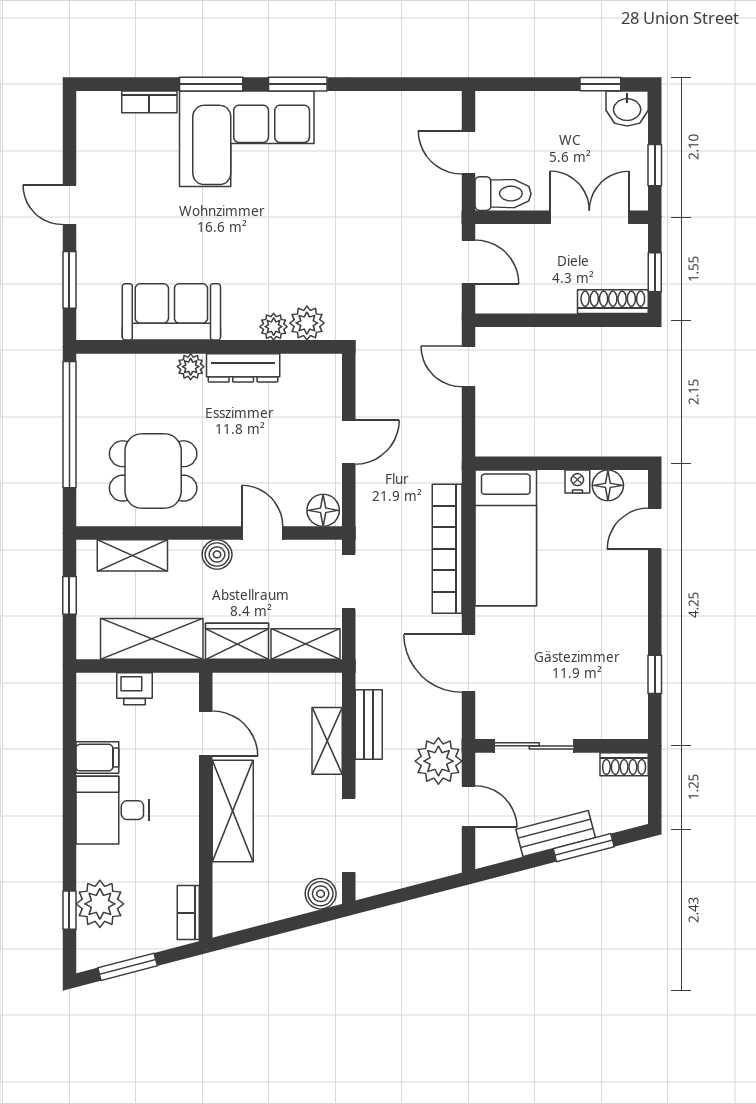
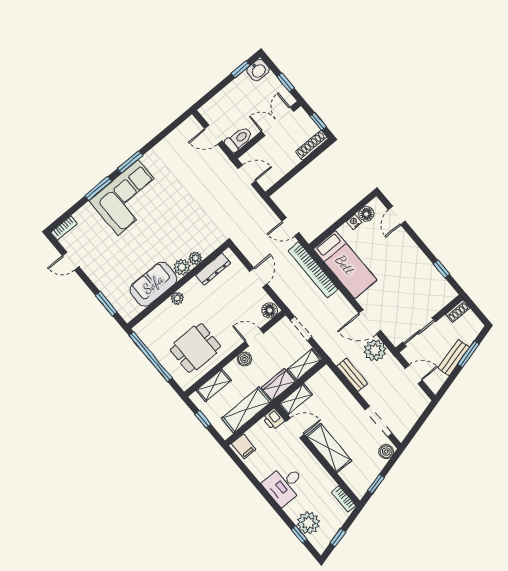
bookcase: (149, 102) -> (64, 228), moved
door: (69, 205) -> (71, 261), moved
plant: (307, 323) -> (182, 267), moved
door: (468, 366) -> (290, 227), moved
dresser: (243, 368) -> (213, 269), moved
bookcase: (447, 549) -> (313, 270), moved
printer: (134, 689) -> (274, 419), moved, turned 90
shelving: (327, 741) -> (296, 399), moved, turned 90
filing cabinet: (97, 758) -> (244, 447), moved, turned 90
plant: (438, 761) -> (375, 350), moved
window: (260, 932) -> (376, 484), added
window: (128, 967) -> (338, 537), width x0.67

